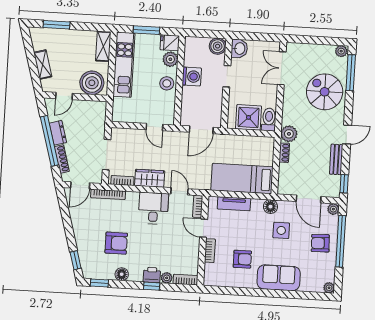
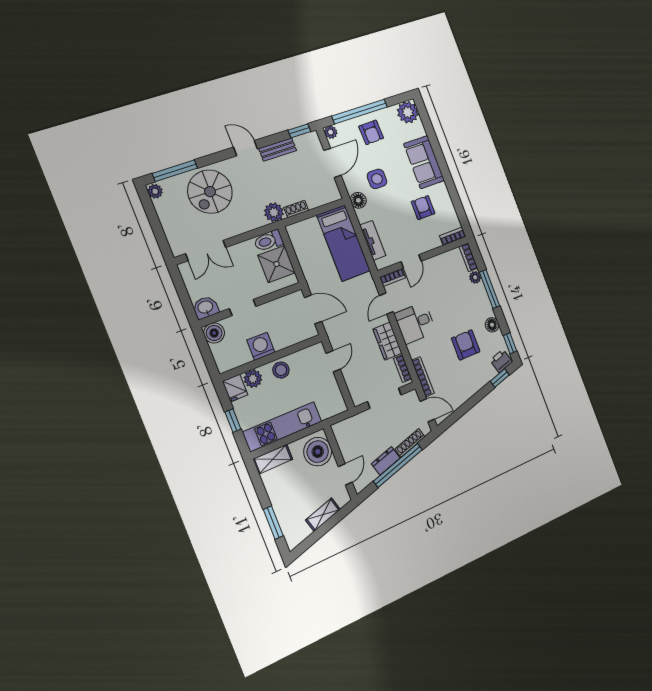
window: (146, 30) -> (233, 421), width x0.67
door: (64, 96) -> (345, 474), hinge flipped
bookcase: (210, 251) -> (453, 236), moved
printer: (152, 275) -> (501, 361), moved, turned 74
window: (152, 286) -> (490, 289), width x2.17
plant: (329, 288) -> (408, 112), width x1.87, depth x1.87

